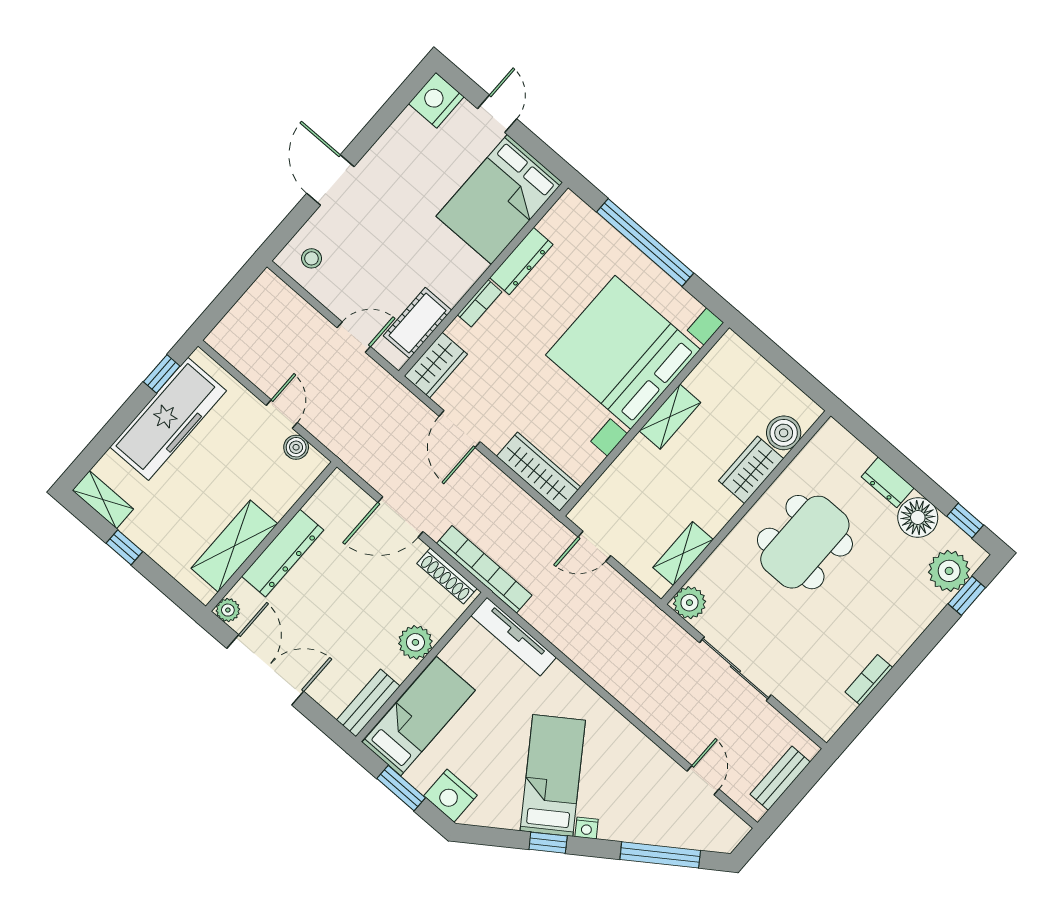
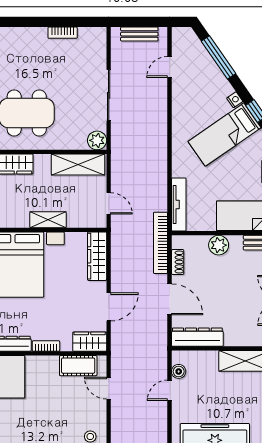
shelving: (670, 417) -> (48, 220), moved
dresser: (283, 553) -> (197, 337), moved
shelving: (683, 554) -> (78, 165), width x1.50, depth x1.33
shoe rack: (447, 576) -> (178, 262), width x0.70

